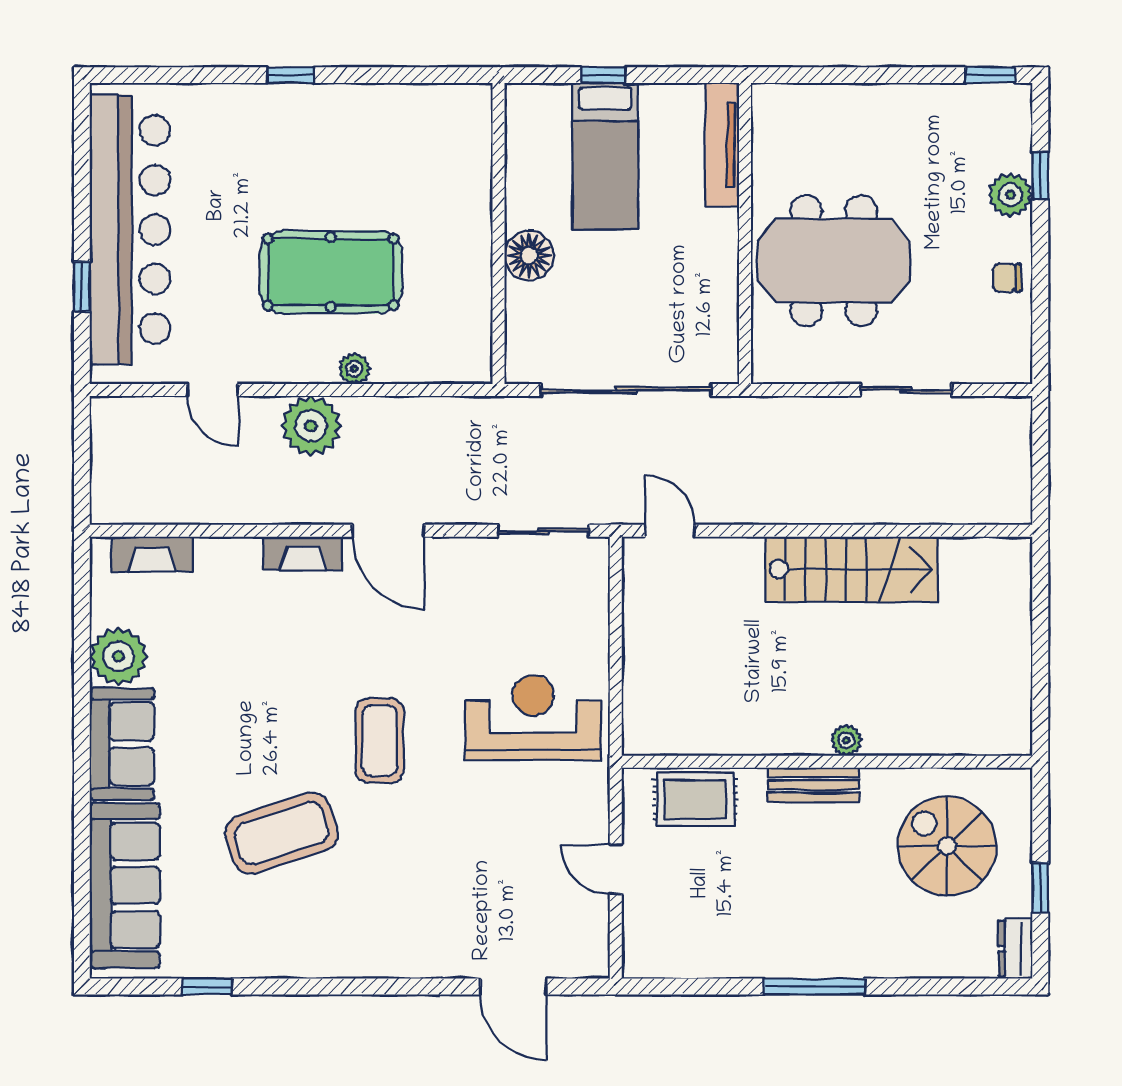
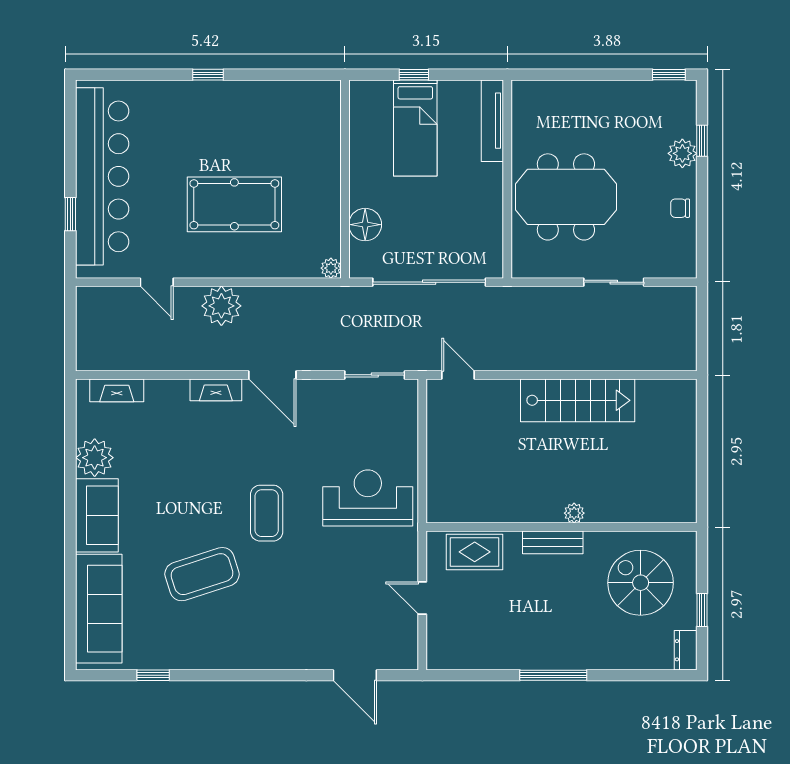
floor lamp: (529, 255) -> (365, 225), moved
plant: (354, 369) -> (331, 268), moved

